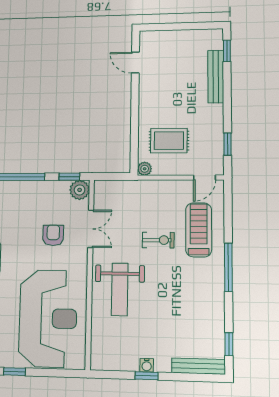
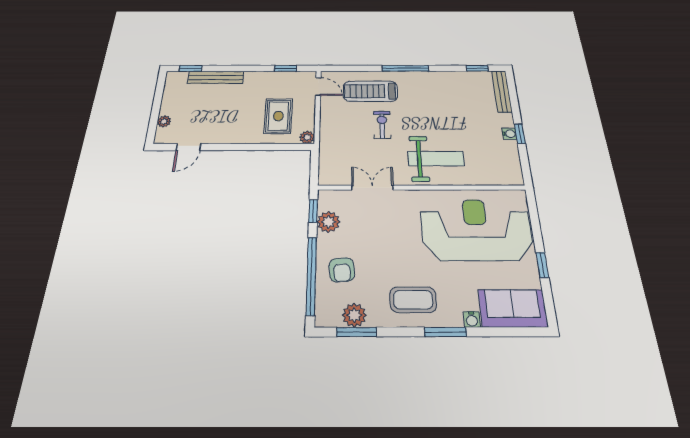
plant: (163, 36) -> (164, 121), added
plant: (80, 190) -> (328, 222), moved
armchair: (53, 235) -> (342, 270), moved, turned -95

